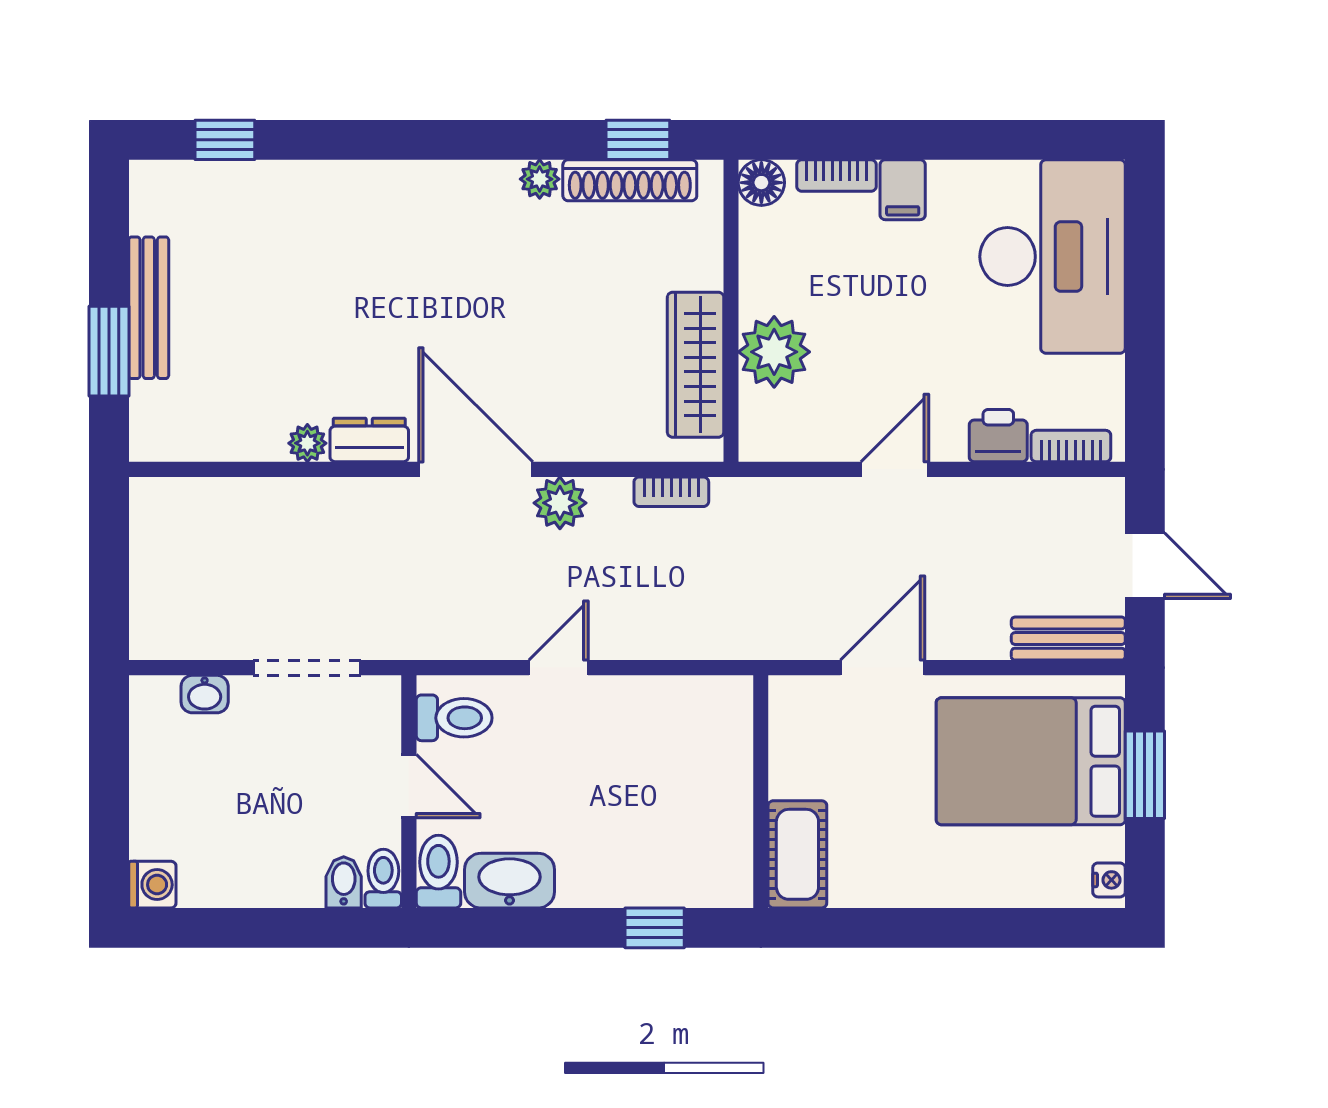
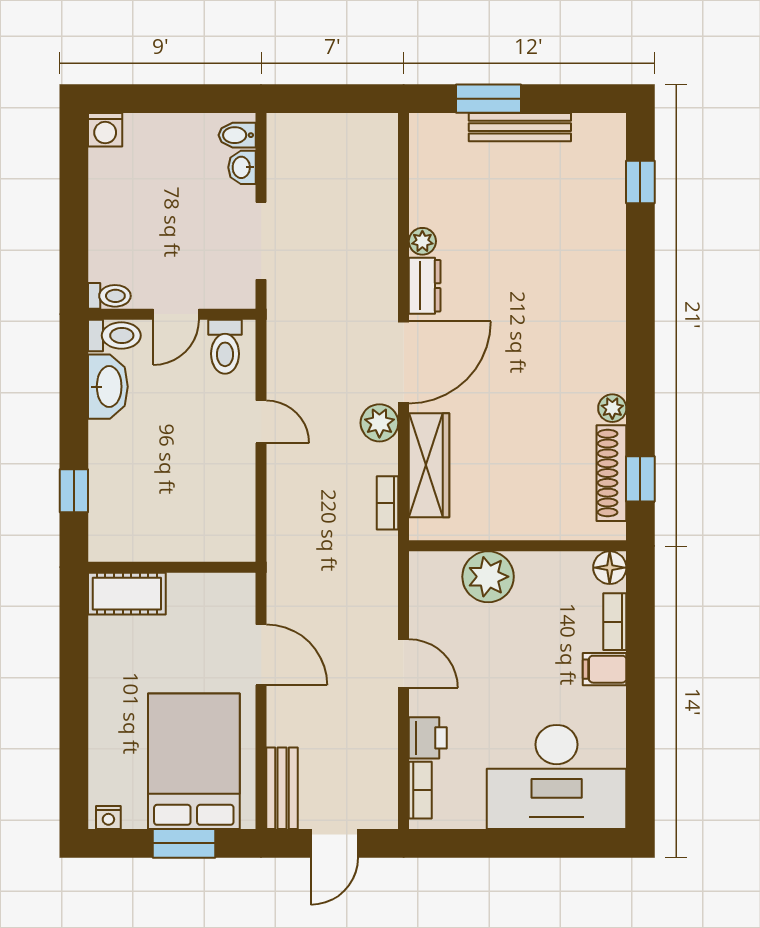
wardrobe: (696, 365) -> (429, 465), moved, turned 90
bidet: (344, 882) -> (237, 135), moved, turned 180

